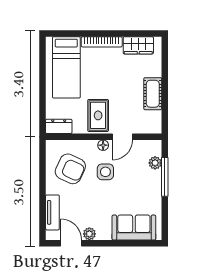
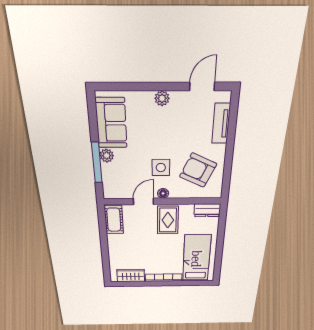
cot: (153, 94) -> (114, 220), moved
plant: (155, 163) -> (107, 156), moved
sofa: (134, 228) -> (111, 123), moved, turned -90
plant: (89, 234) -> (162, 98), moved
door: (71, 243) -> (202, 87), swing flipped

